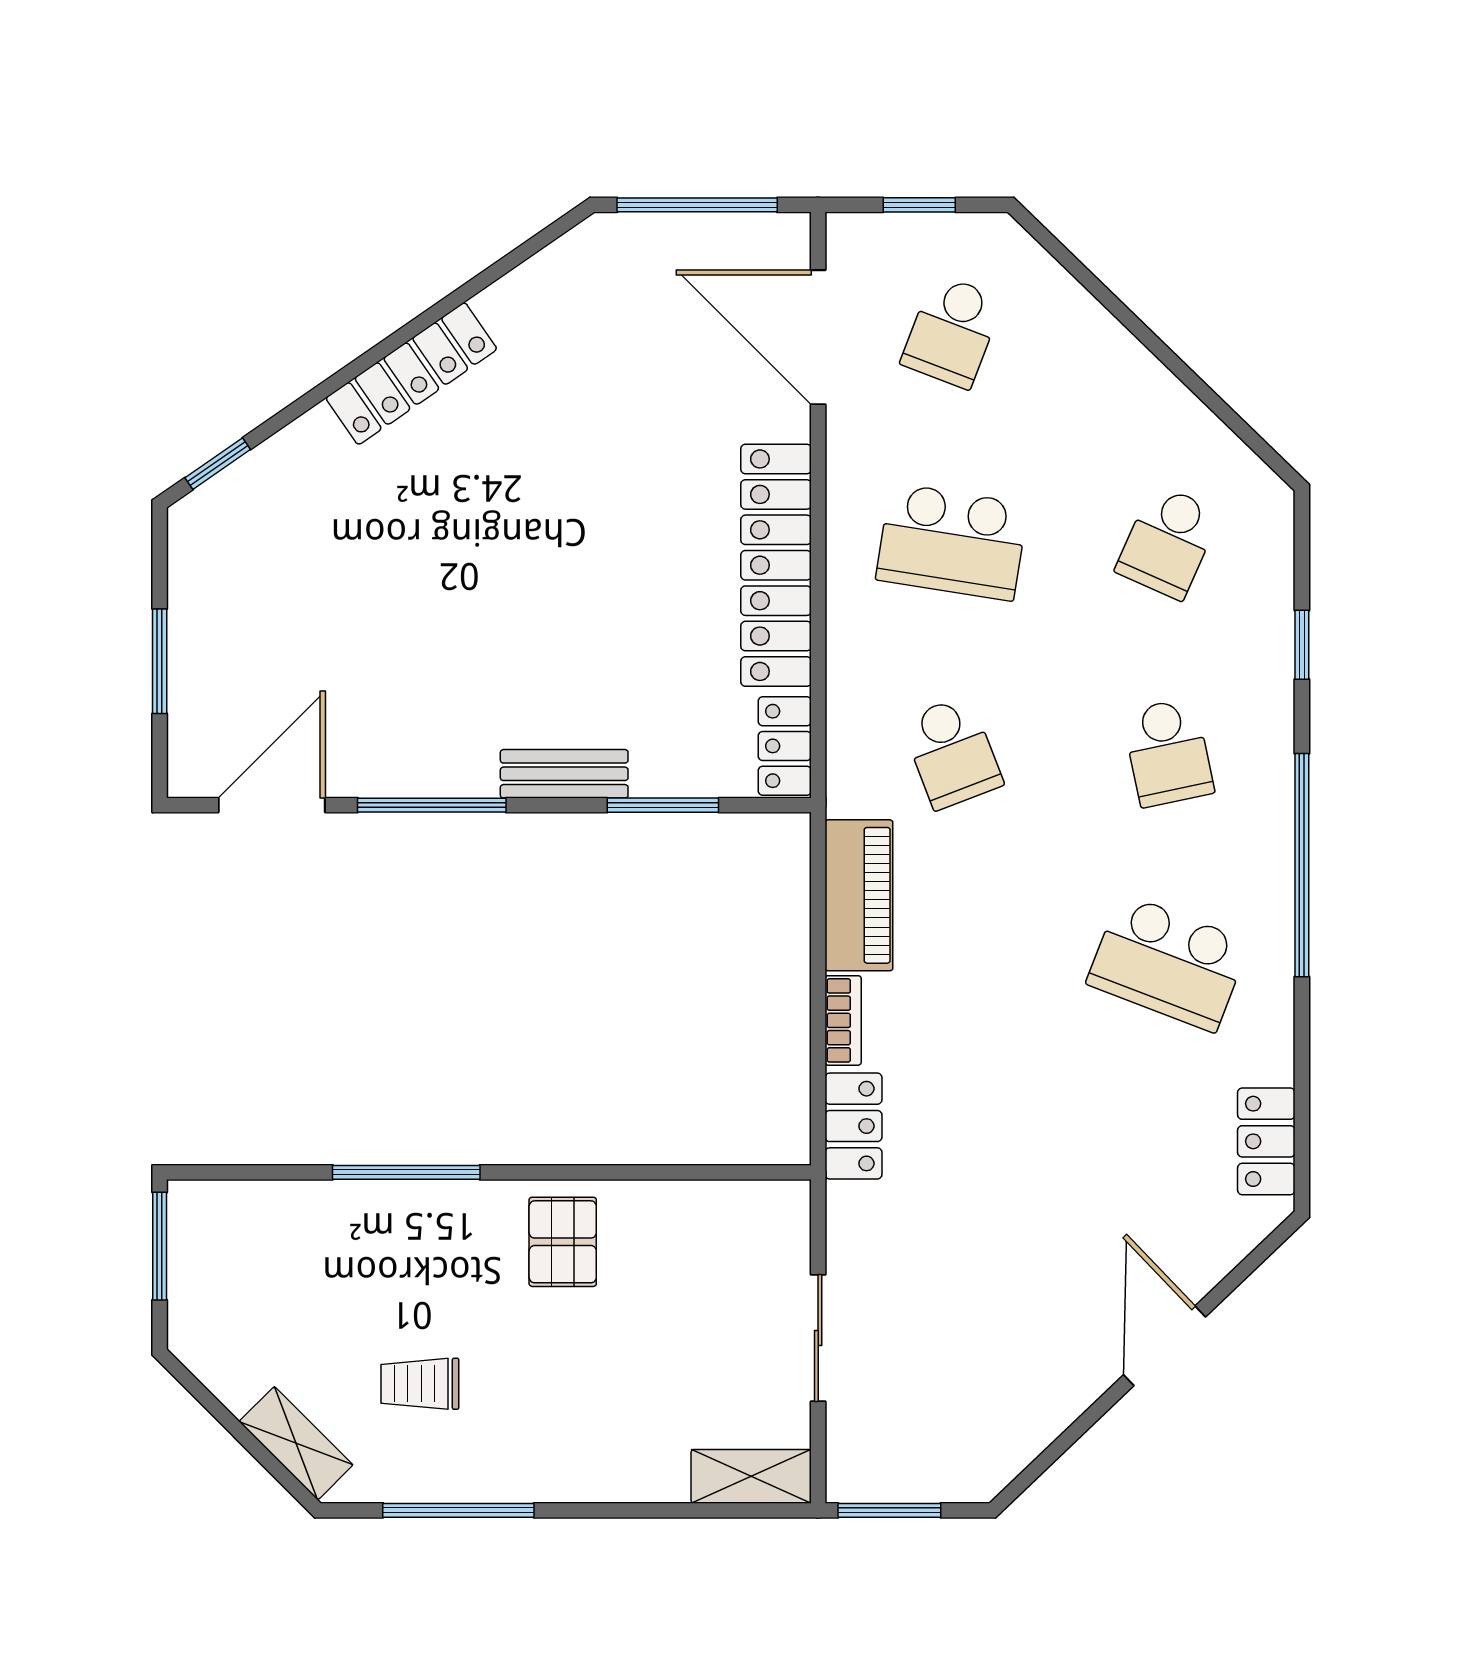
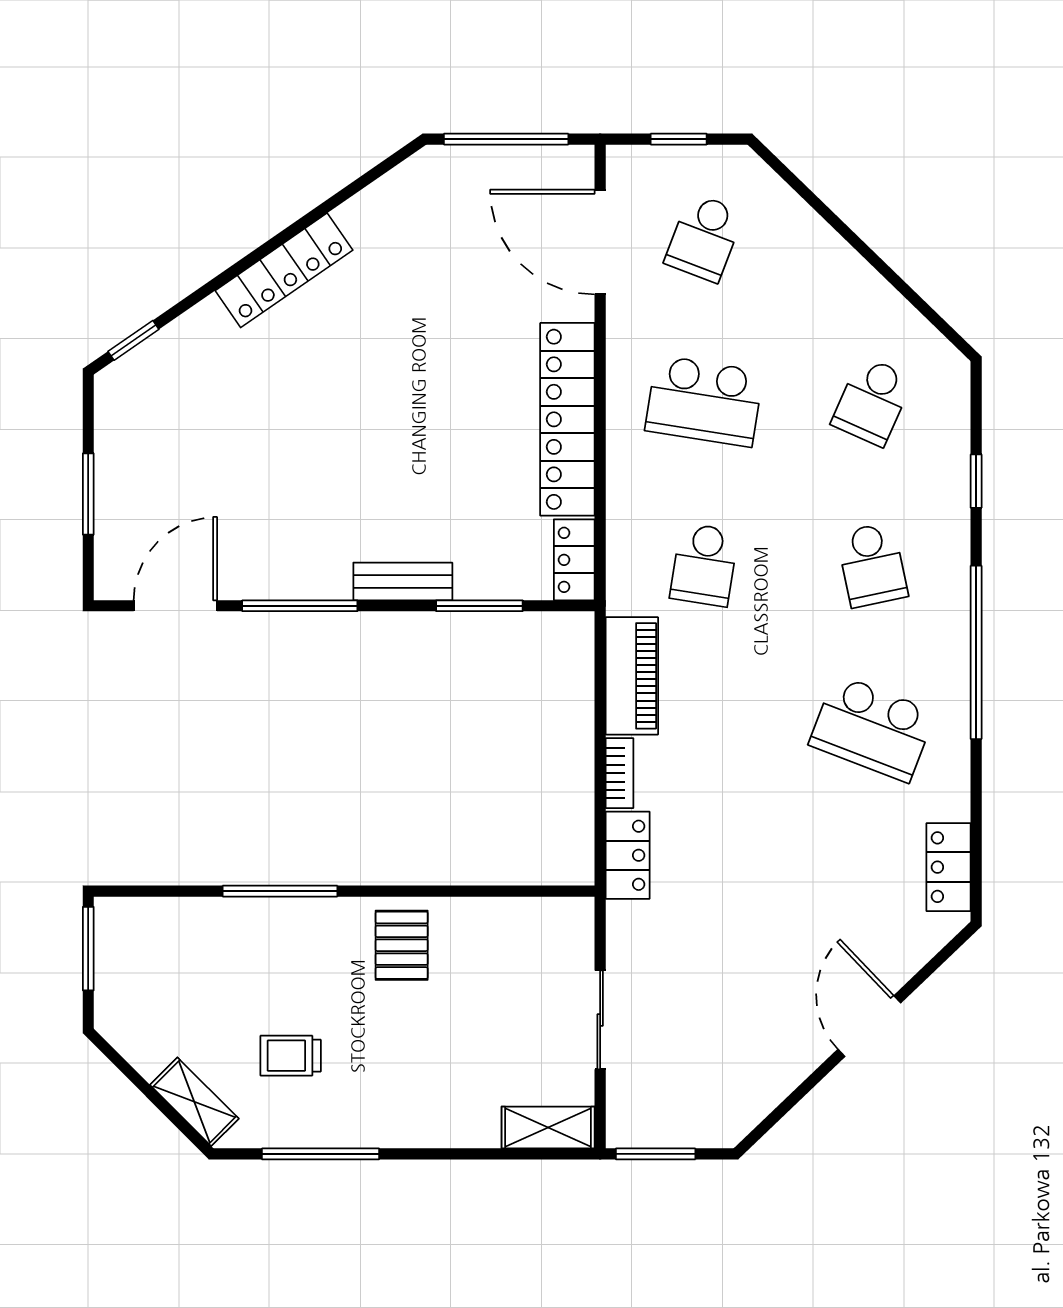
school desk: (952, 752) -> (704, 565), turned 30

